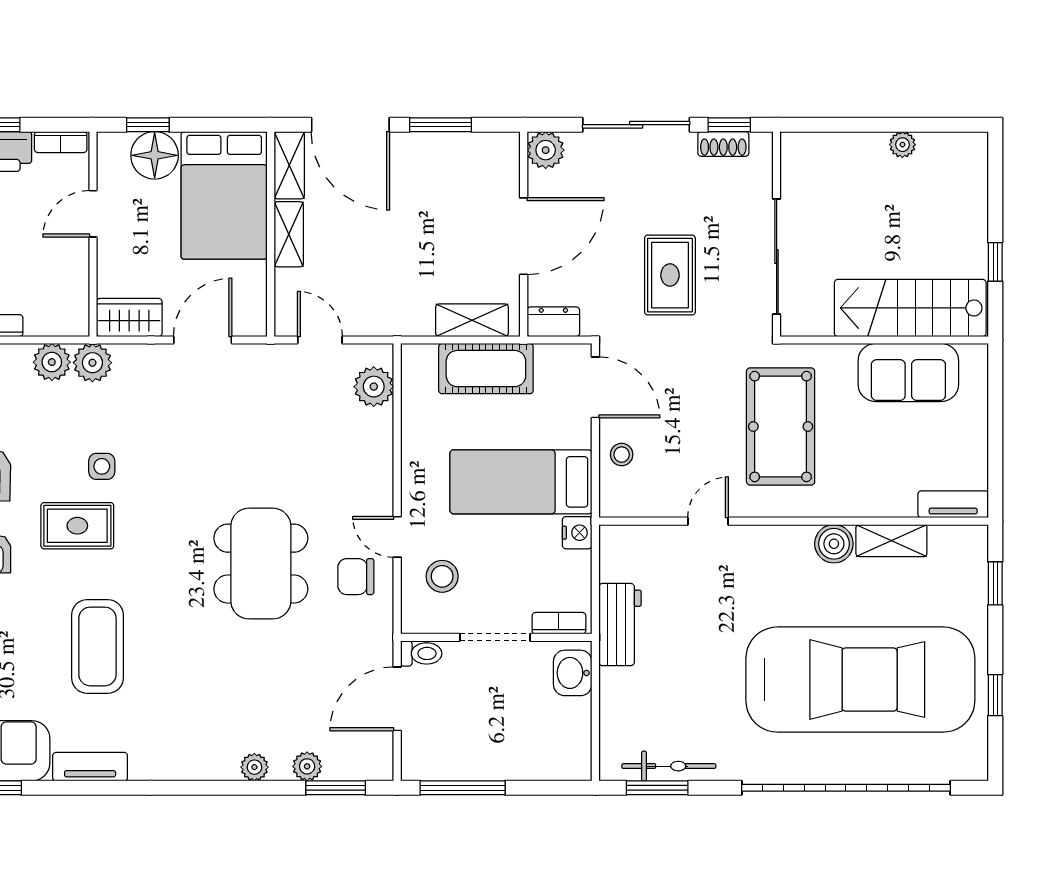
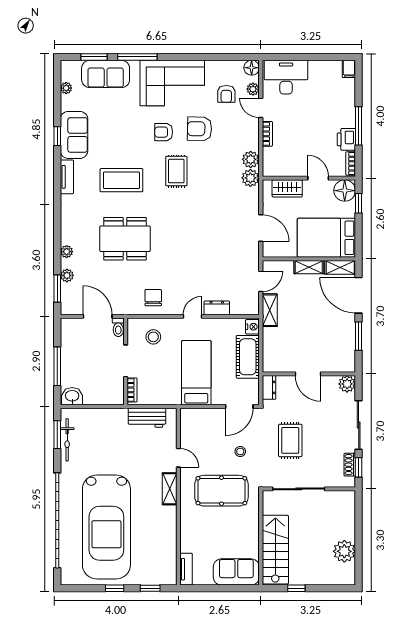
door: (350, 125) -> (359, 295), hinge flipped
plant: (902, 145) -> (344, 551), width x1.88, depth x1.88
floor lamp: (155, 155) -> (345, 191), moved
door: (524, 236) -> (308, 374), width x0.73
rug: (670, 275) -> (290, 440), turned 90
wardrobe: (129, 318) -> (287, 188), moved, turned 90
shelving: (472, 320) -> (270, 310), moved
sofa: (908, 373) -> (236, 572), moved, turned 90
plant: (374, 387) -> (240, 306), removed
dresser: (378, 437) -> (217, 308), added
stool: (622, 455) -> (240, 451), moved
side table: (102, 466) -> (203, 182), removed
nightstand: (577, 533) -> (252, 327), moved, turned -90
door: (397, 537) -> (192, 316), moved
shelving: (891, 541) -> (170, 489), moved
boiler: (834, 544) -> (168, 515), removed
dining table: (261, 564) -> (125, 239), moved
workbench: (620, 625) -> (147, 418), moved
washbasin: (573, 673) -> (72, 396), moved
window: (995, 695) -> (115, 588), moved
window: (463, 788) -> (57, 366), moved

